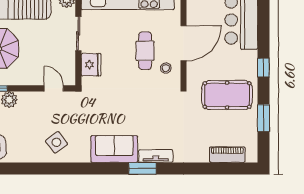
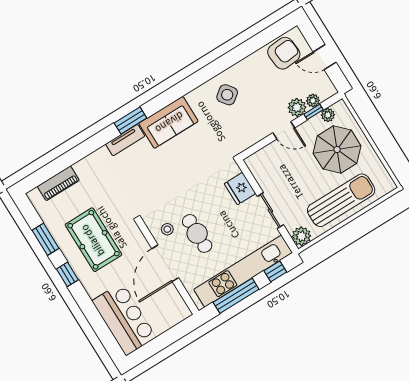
window: (263, 68) -> (67, 274), moved
door: (54, 88) -> (284, 130), moved
pool table: (227, 95) -> (93, 240), turned 90

